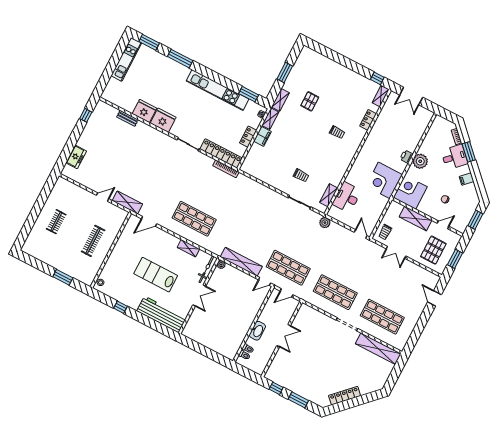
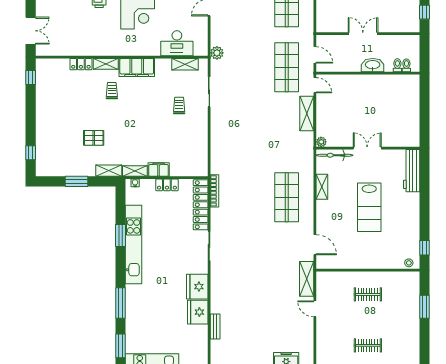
window: (323, 50) -> (31, 153), added
window: (249, 94) -> (120, 236), moved
shelving: (381, 96) -> (106, 64), moved
filing cabinet: (345, 159) -> (137, 67), added
clothes rail: (93, 241) -> (368, 294), width x0.73
shelving: (241, 262) -> (307, 114), width x0.68
window: (120, 307) -> (425, 248), moved
workbench: (162, 314) -> (412, 171), width x0.73, depth x0.76

